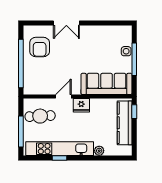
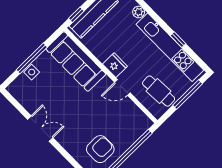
double door: (66, 23) -> (40, 129), moved

